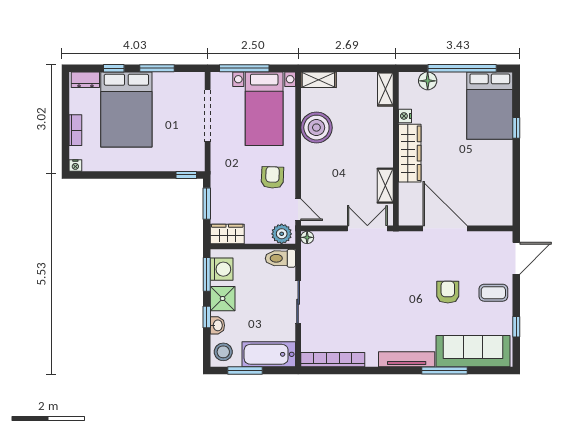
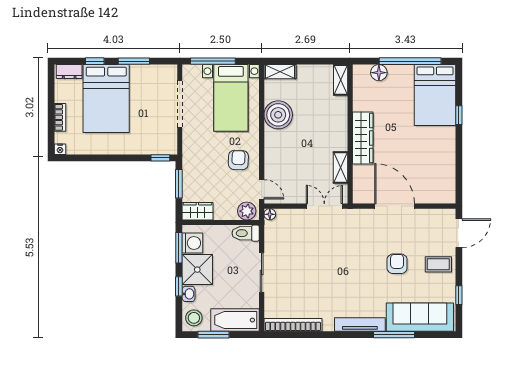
nightstand: (405, 116) -> (358, 104), removed
shower: (223, 299) -> (197, 270), width x1.36, depth x1.36

